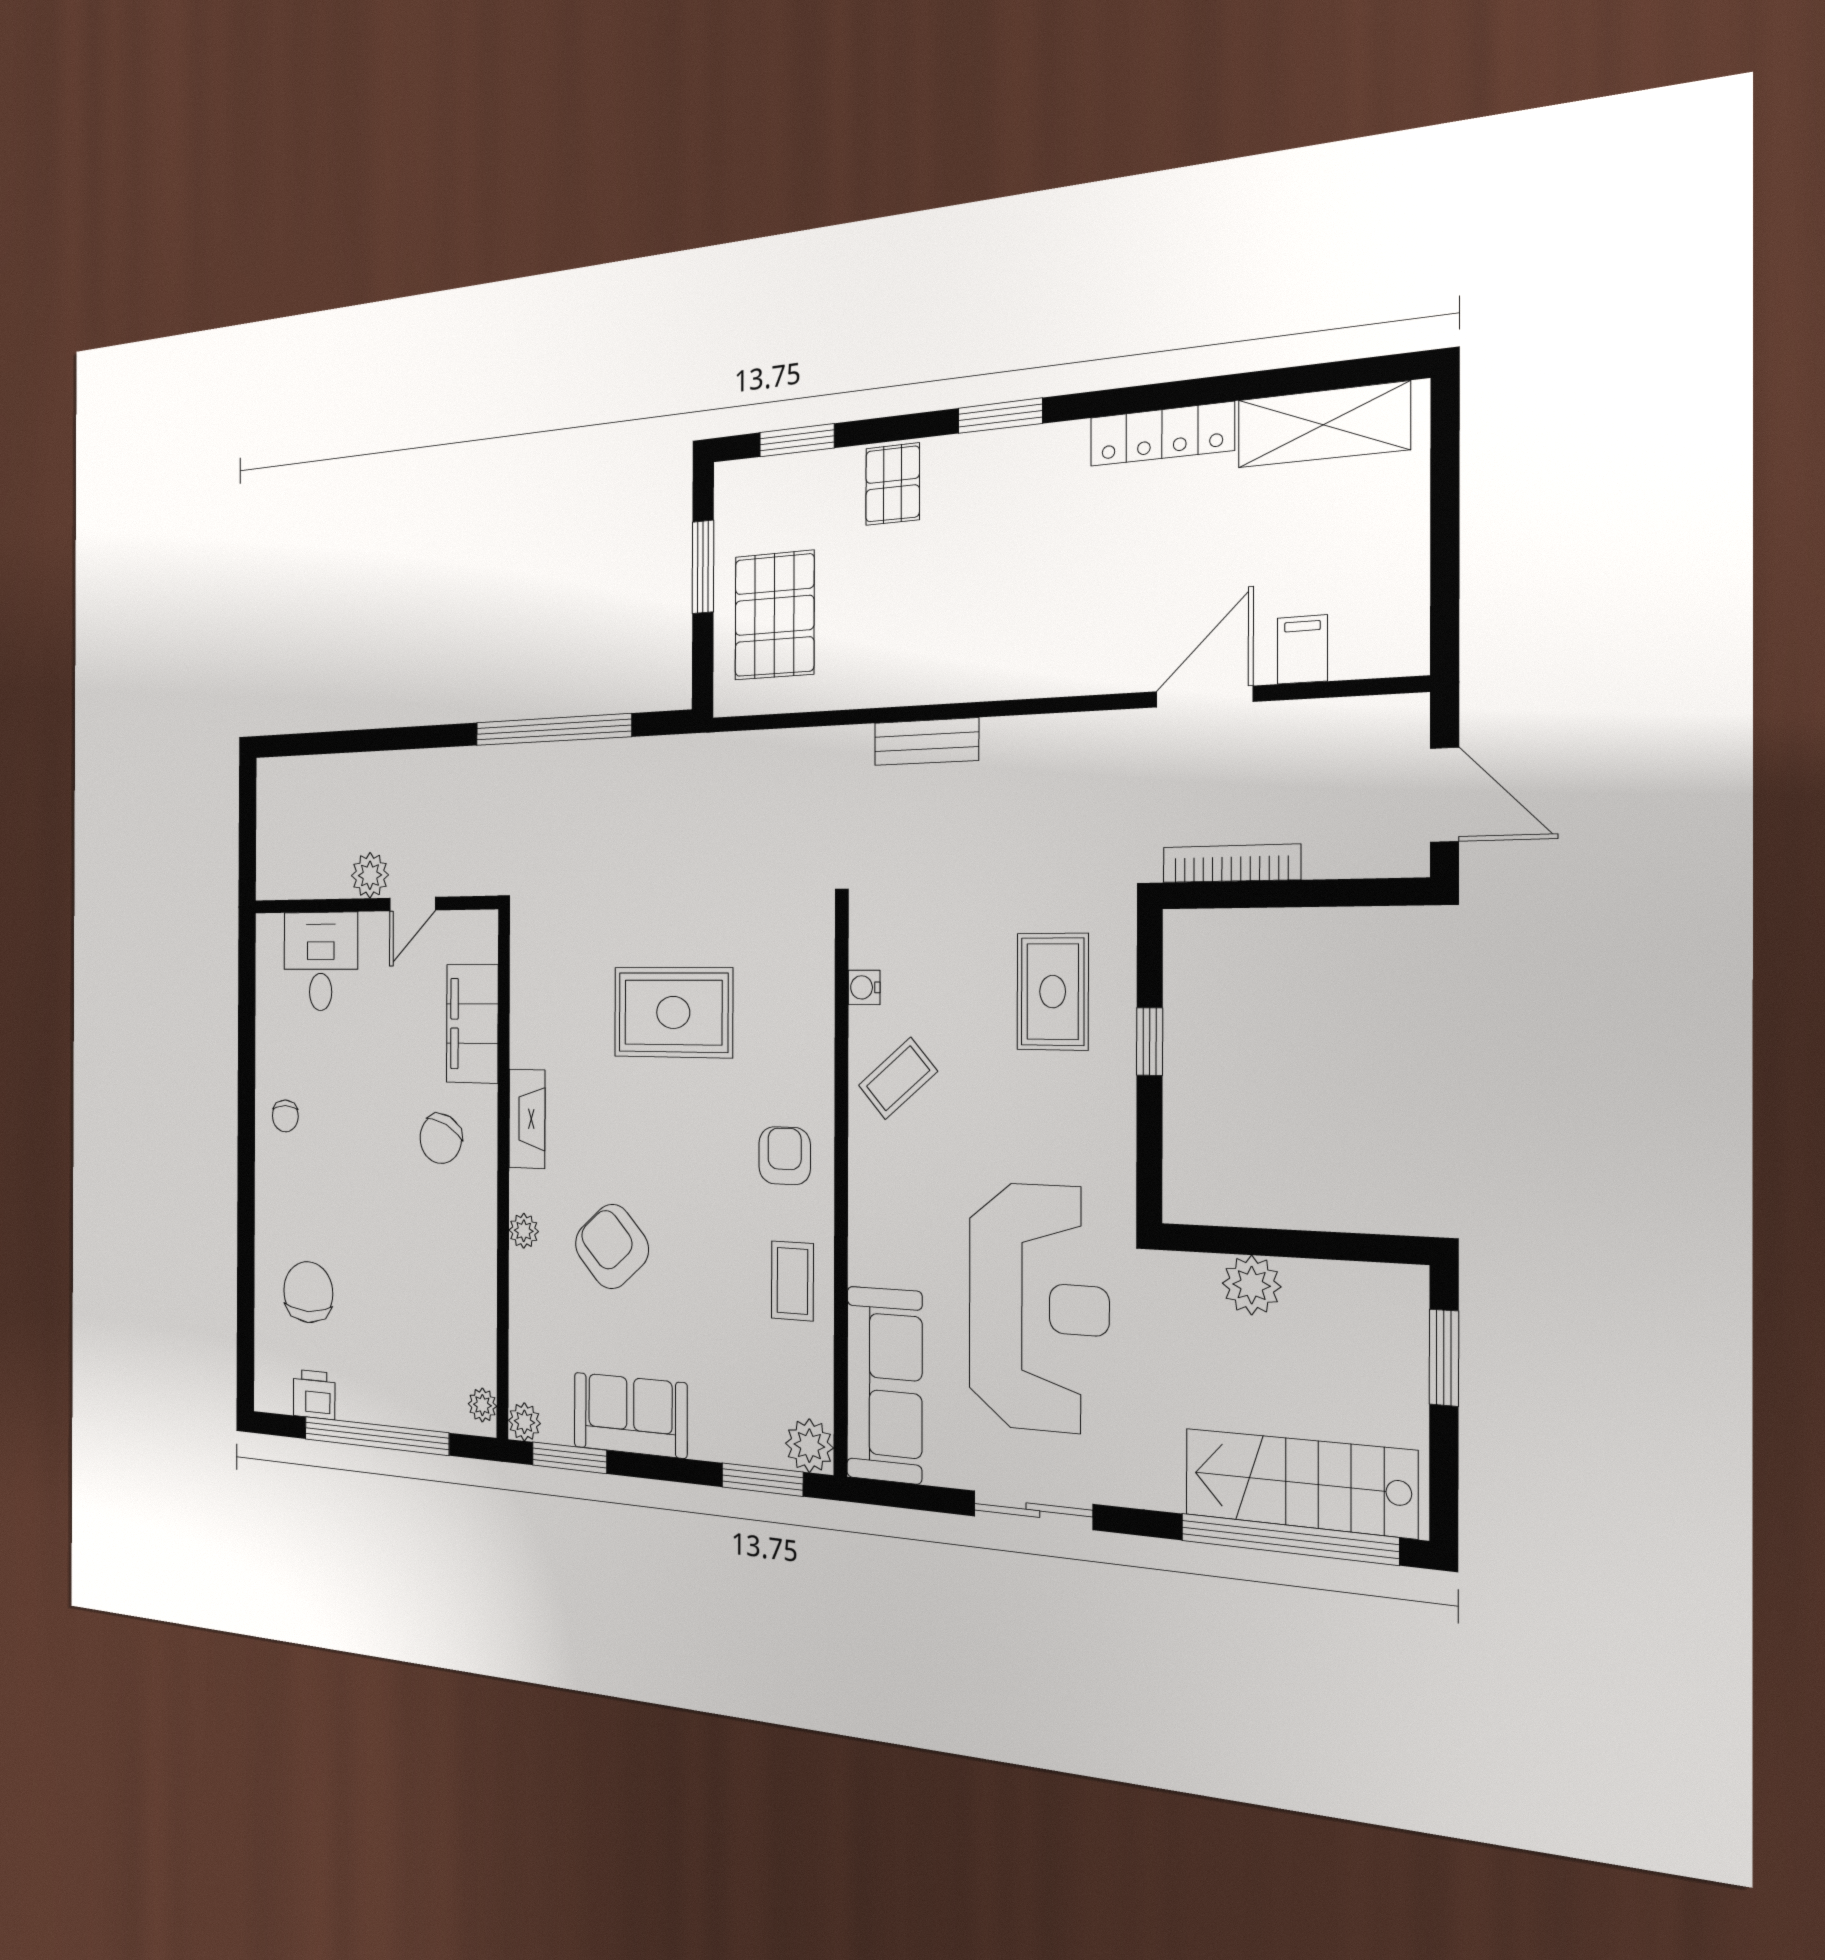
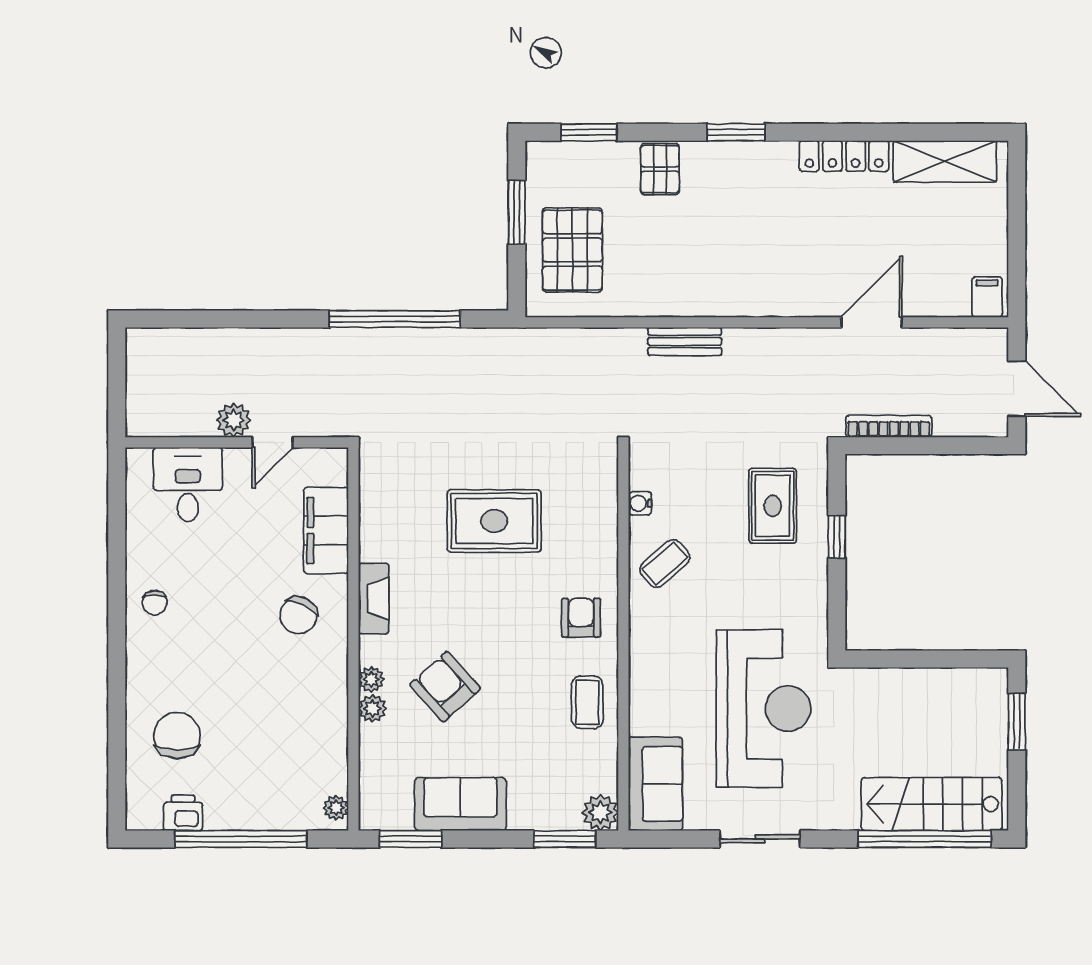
filing cabinet: (1302, 649) -> (987, 297), moved
plant: (1252, 1285) -> (902, 686), removed
sofa: (884, 1385) -> (656, 784), width x0.73
plant: (524, 1422) -> (372, 709), moved

